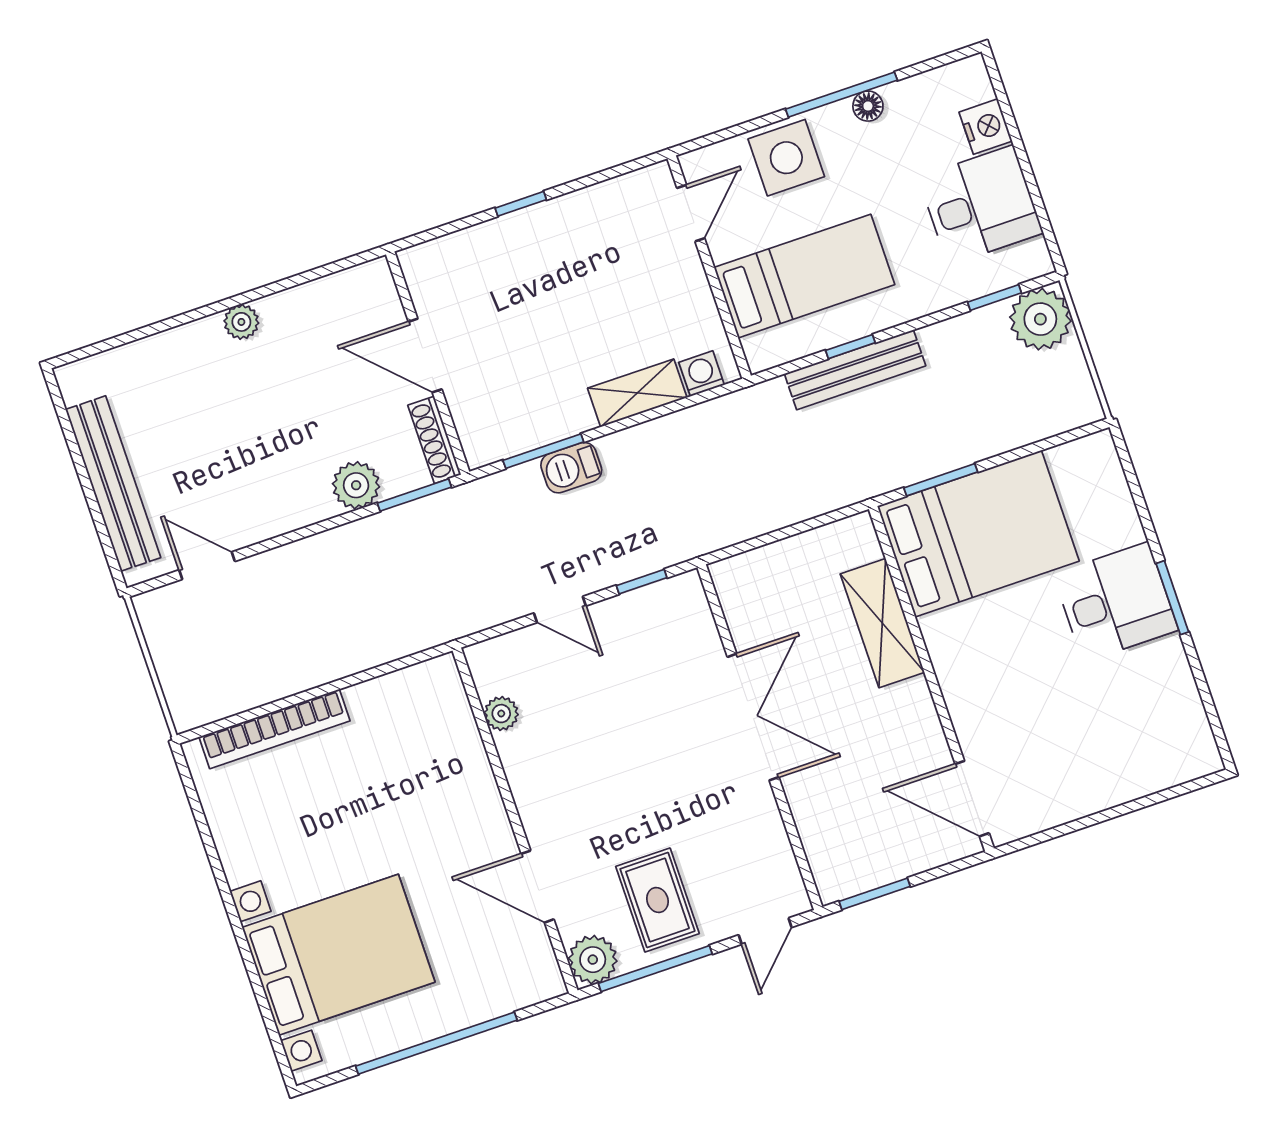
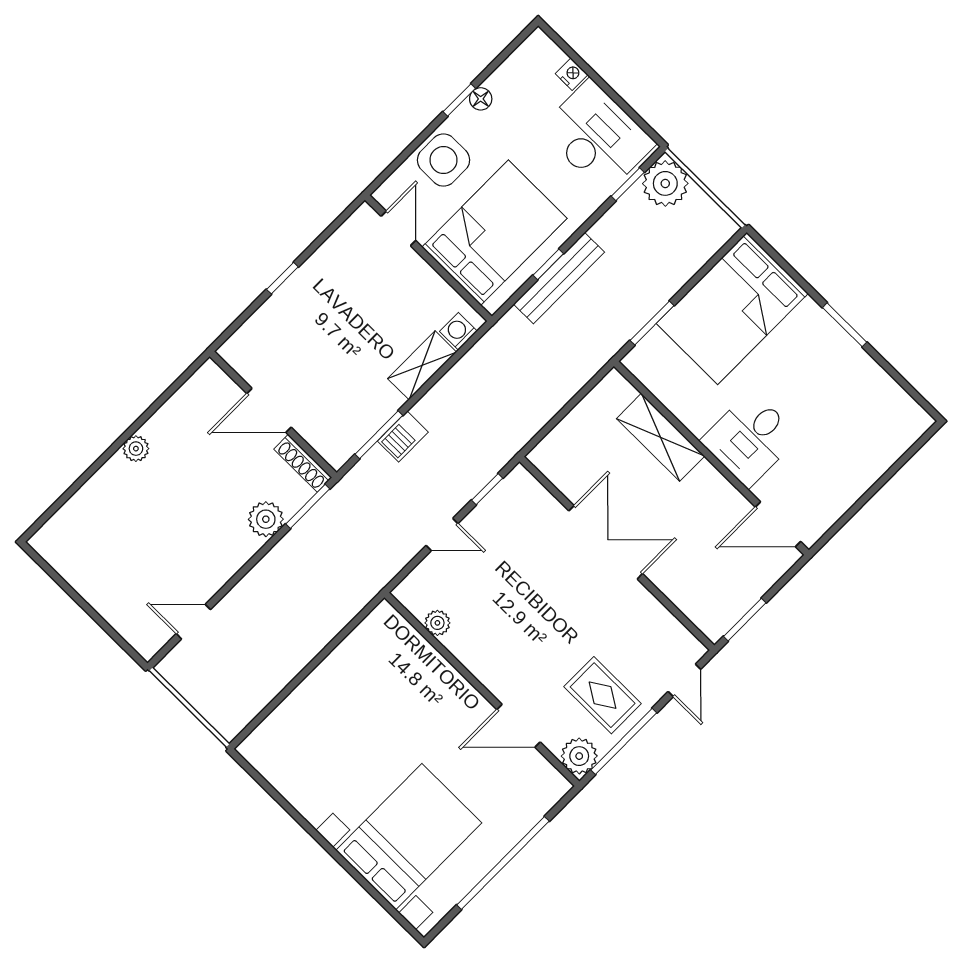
window: (841, 95) -> (459, 100), width x0.46
nightstand: (986, 127) -> (572, 74), width x0.72, depth x0.74
desk: (981, 205) -> (597, 137), width x1.37
bed: (804, 276) -> (494, 233), width x1.50
bench: (113, 484) -> (104, 598), removed
bed: (978, 534) -> (732, 308), moved, turned 180
desk: (1116, 602) -> (750, 439), moved, turned 180
bookcase: (274, 729) -> (292, 708), removed

